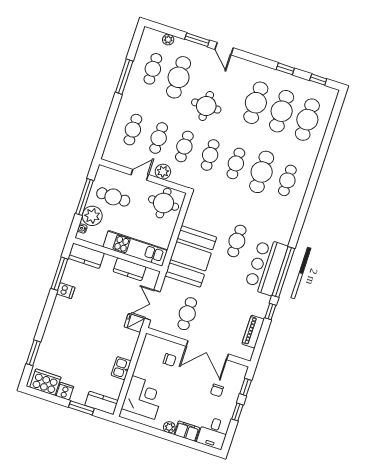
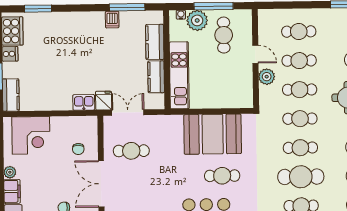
round table: (164, 203) -> (235, 88), removed
kitchen counter: (86, 256) -> (155, 42), moved
booth: (191, 256) -> (213, 134), moved
kitchen sink: (121, 368) -> (84, 102), moved

